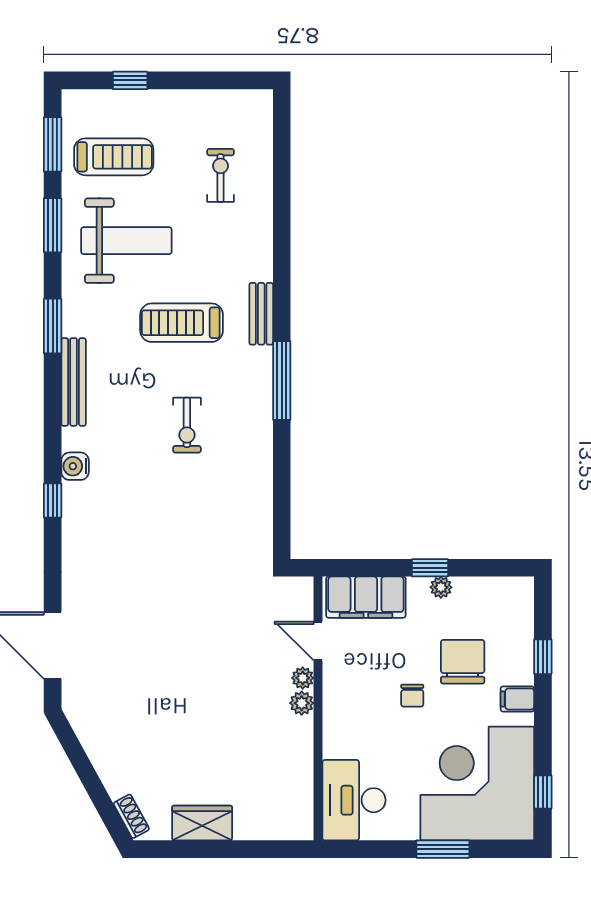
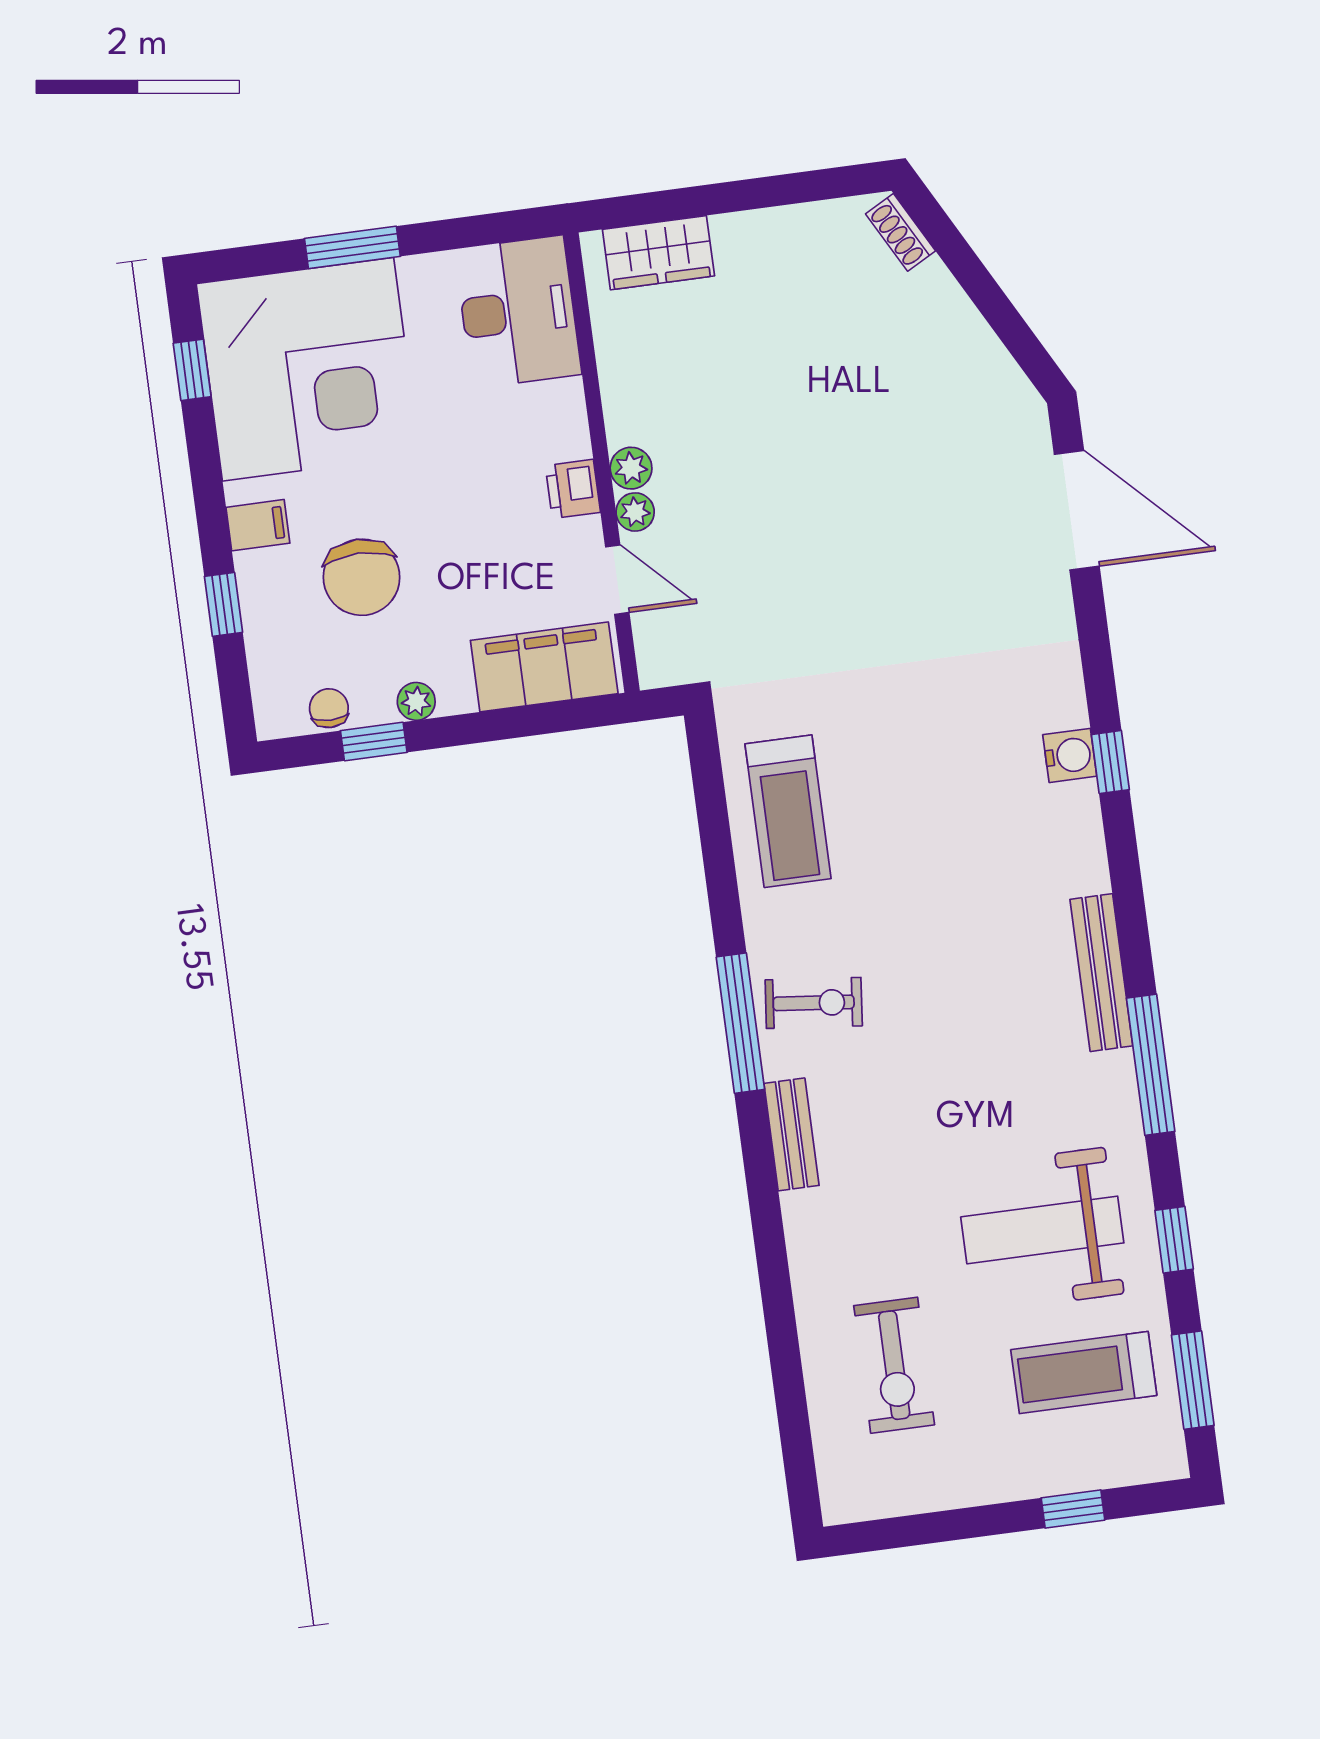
exercise bike: (221, 175) -> (894, 1365), width x1.38, depth x1.39
window: (53, 225) -> (1174, 1240), width x0.67
treadmill: (182, 323) -> (788, 811), moved, turned 90
window: (53, 326) -> (1151, 1065), width x1.44
exercise bike: (187, 425) -> (814, 1003), moved, turned 96
water cooler: (75, 466) -> (1070, 755), moved
window: (430, 568) -> (374, 742), moved
printer: (336, 696) -> (573, 489), added
chair: (412, 696) -> (329, 708), moved
wardrobe: (202, 823) -> (658, 253), moved

